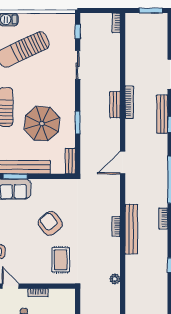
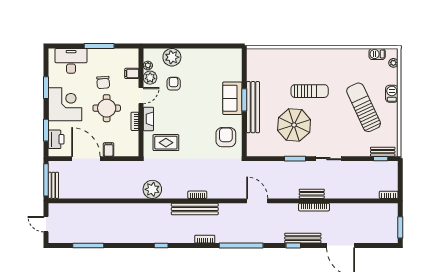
sliding door: (78, 65) -> (328, 159), moved
bench: (70, 161) -> (383, 152), moved
armchair: (50, 224) -> (226, 137), moved, turned -52
fireplace: (35, 278) -> (148, 119), added
plant: (115, 279) -> (152, 189), width x1.87, depth x1.87

